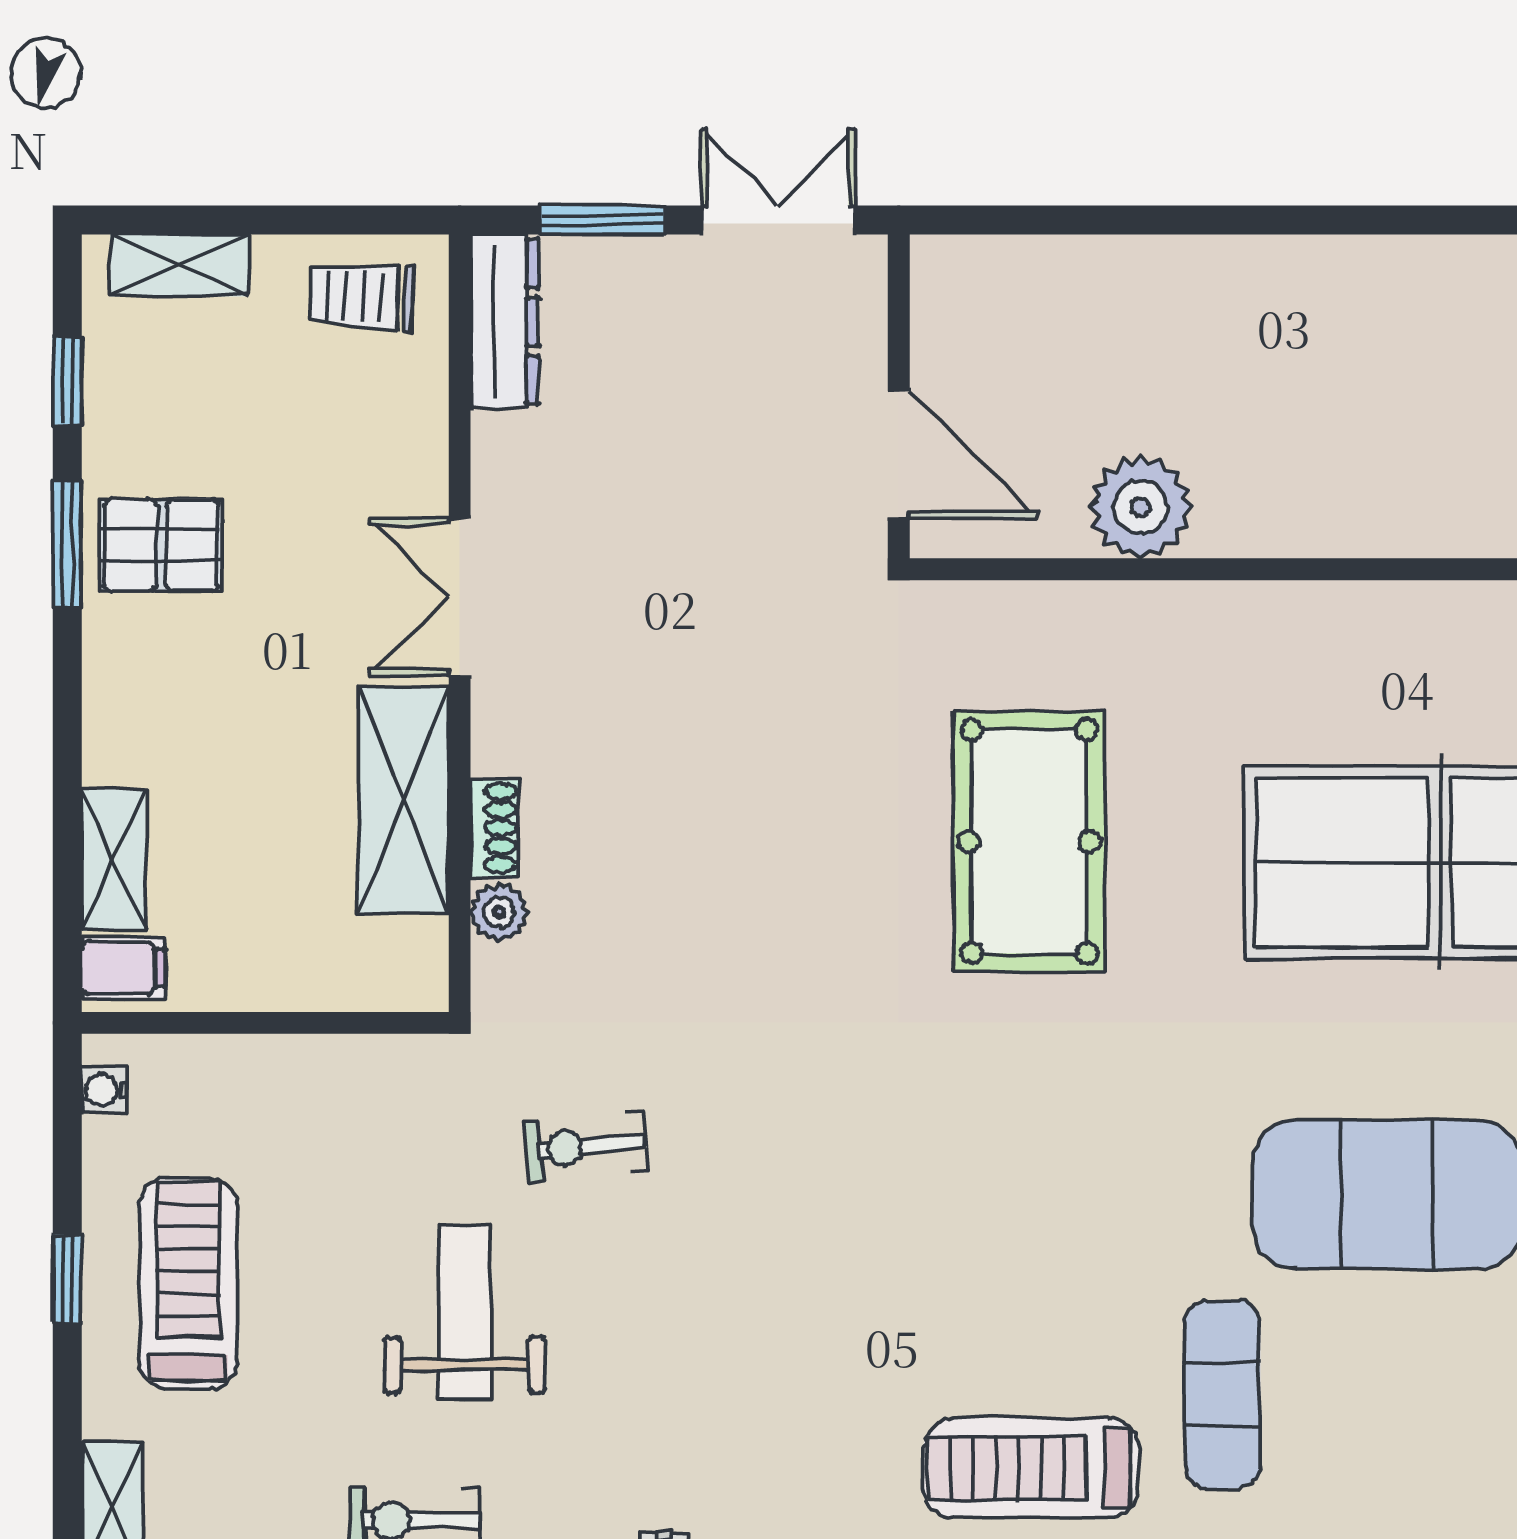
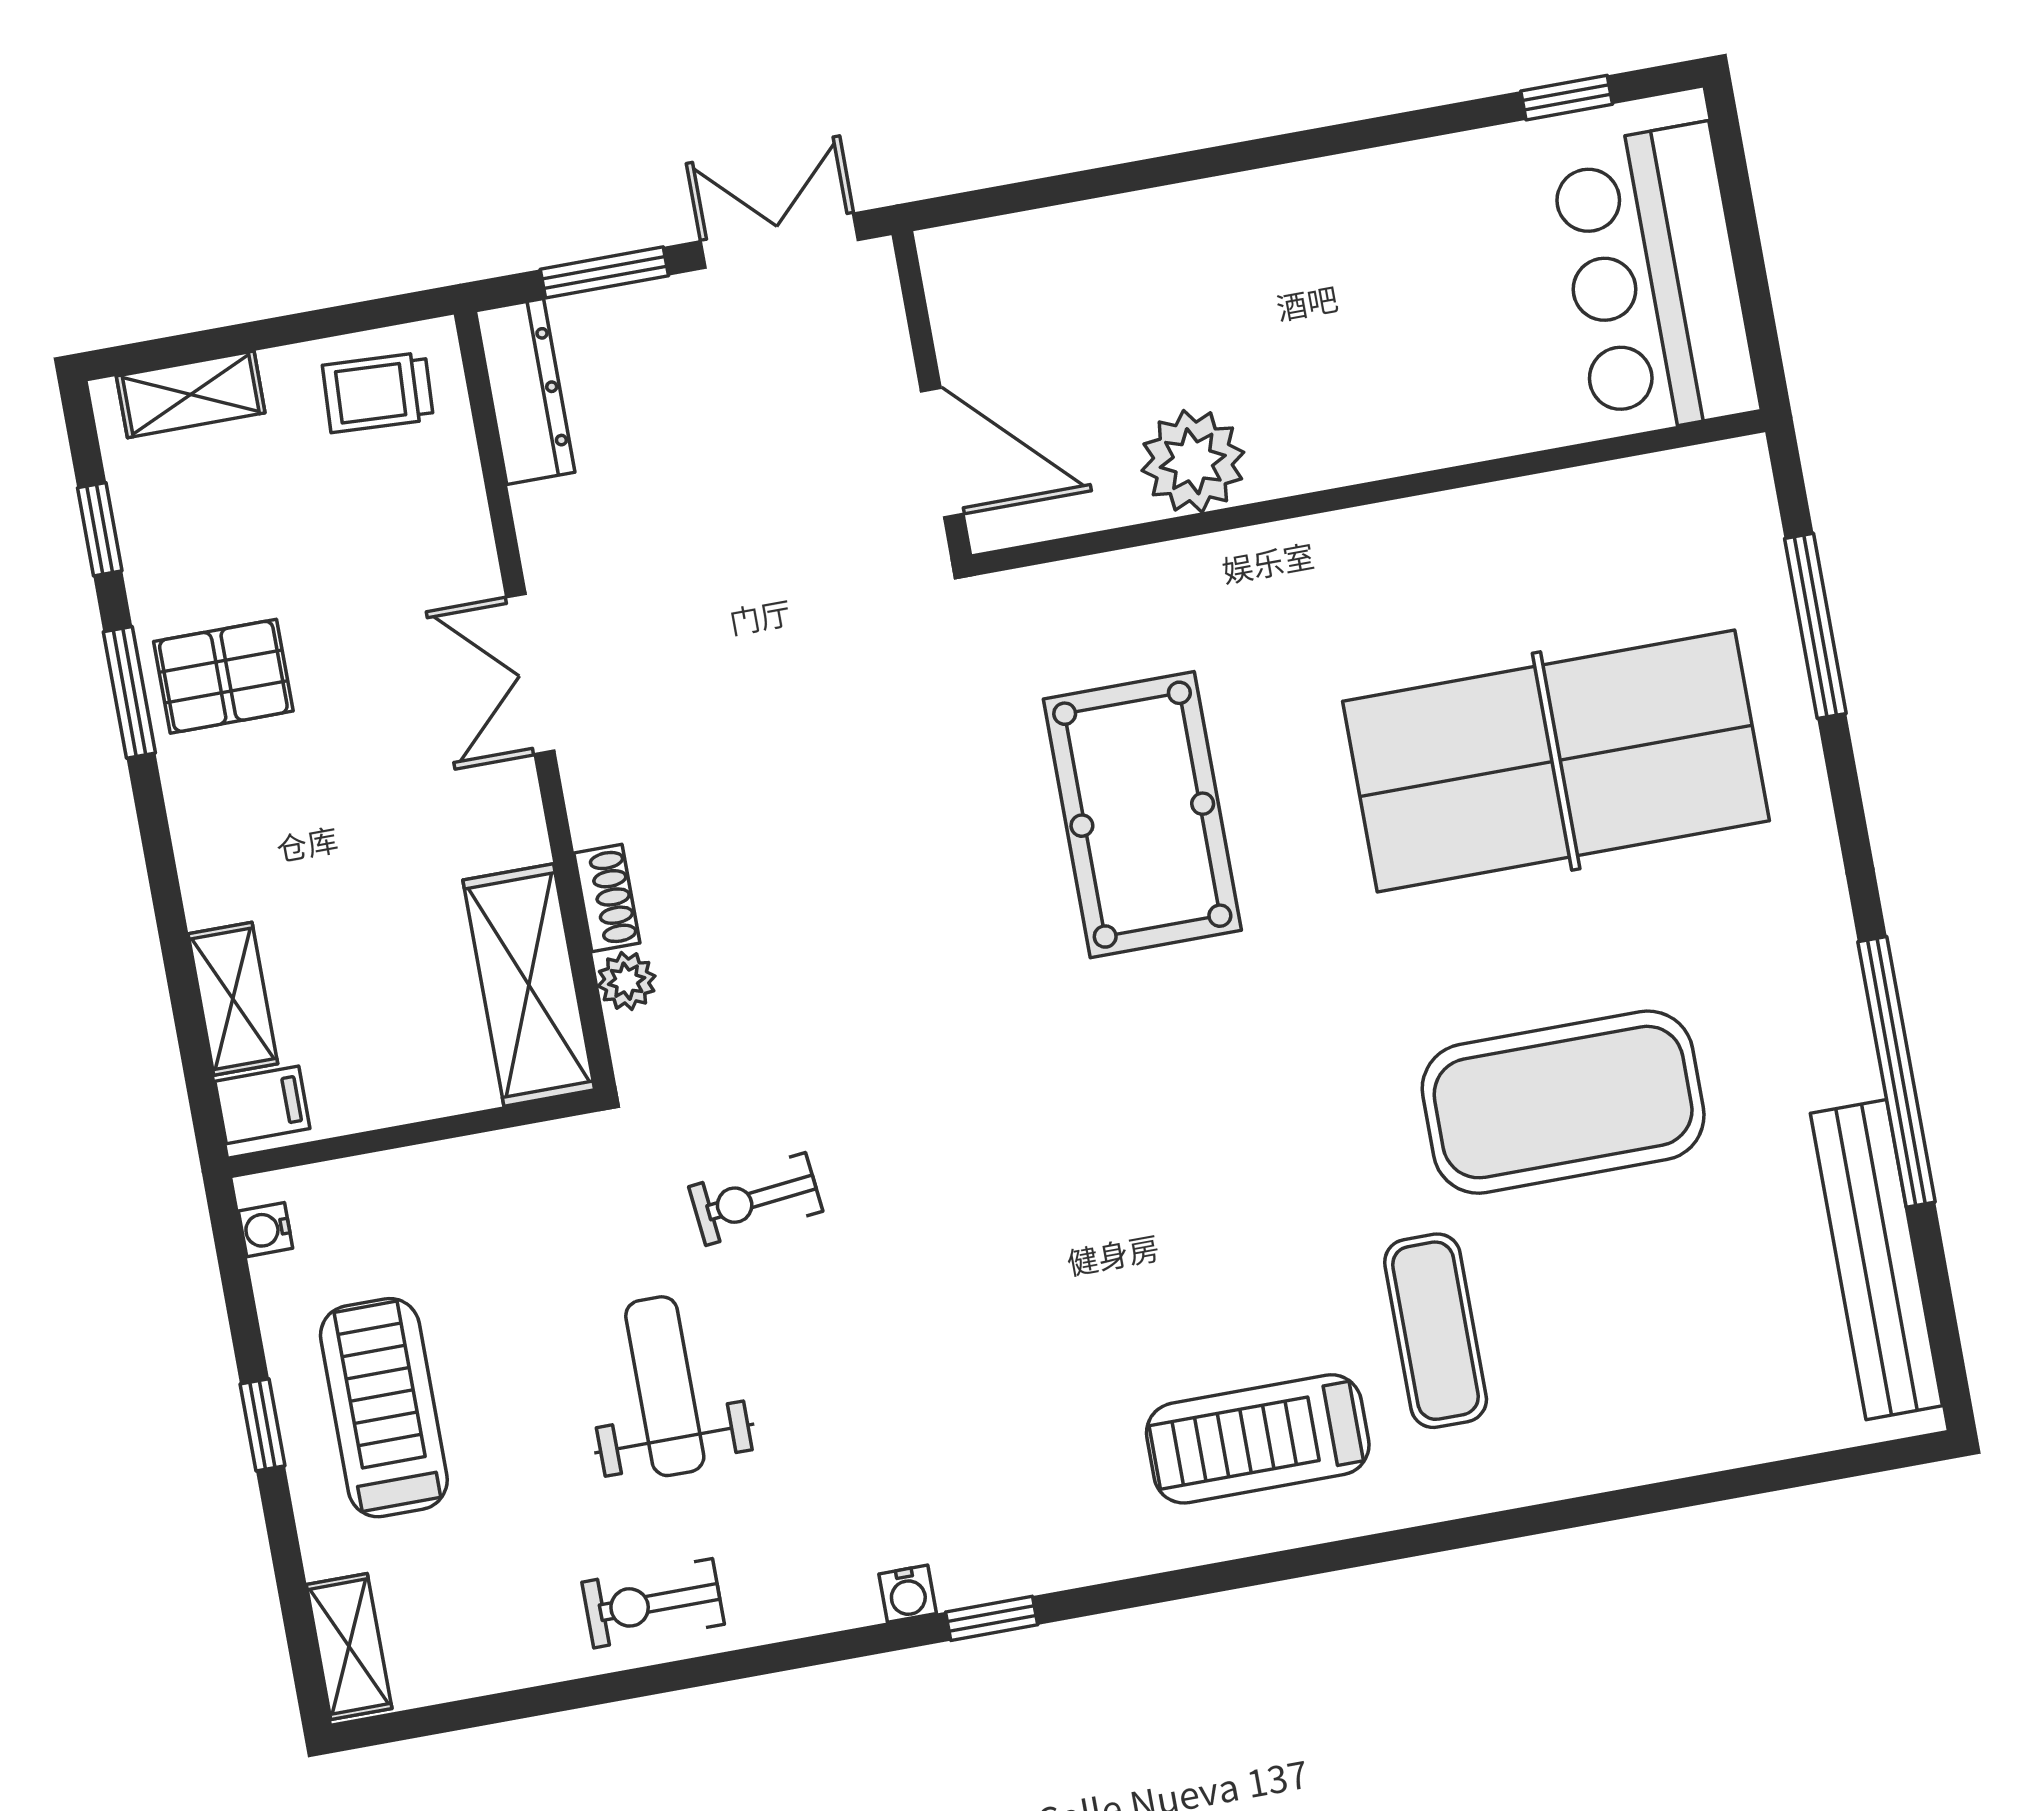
shelving: (403, 800) -> (529, 985), moved

